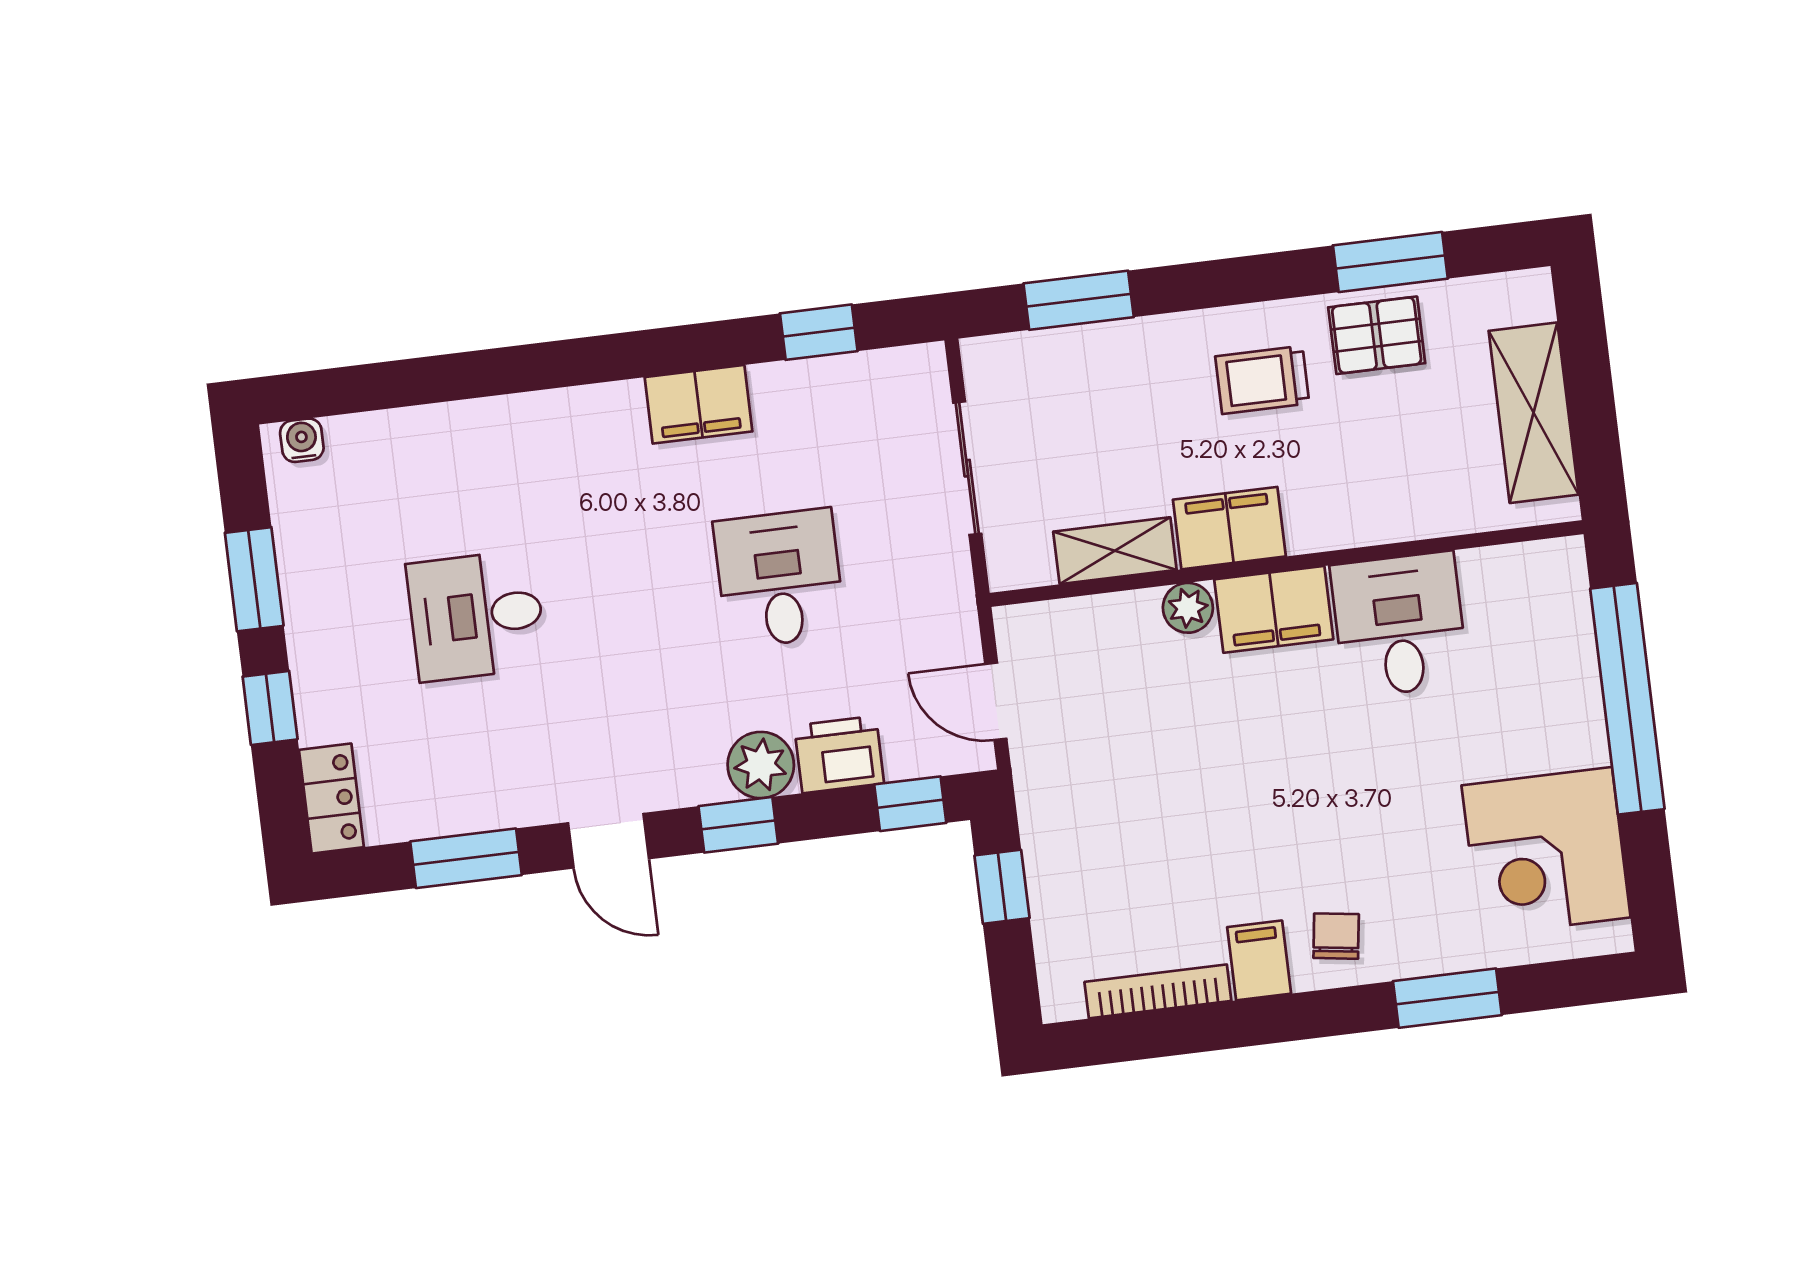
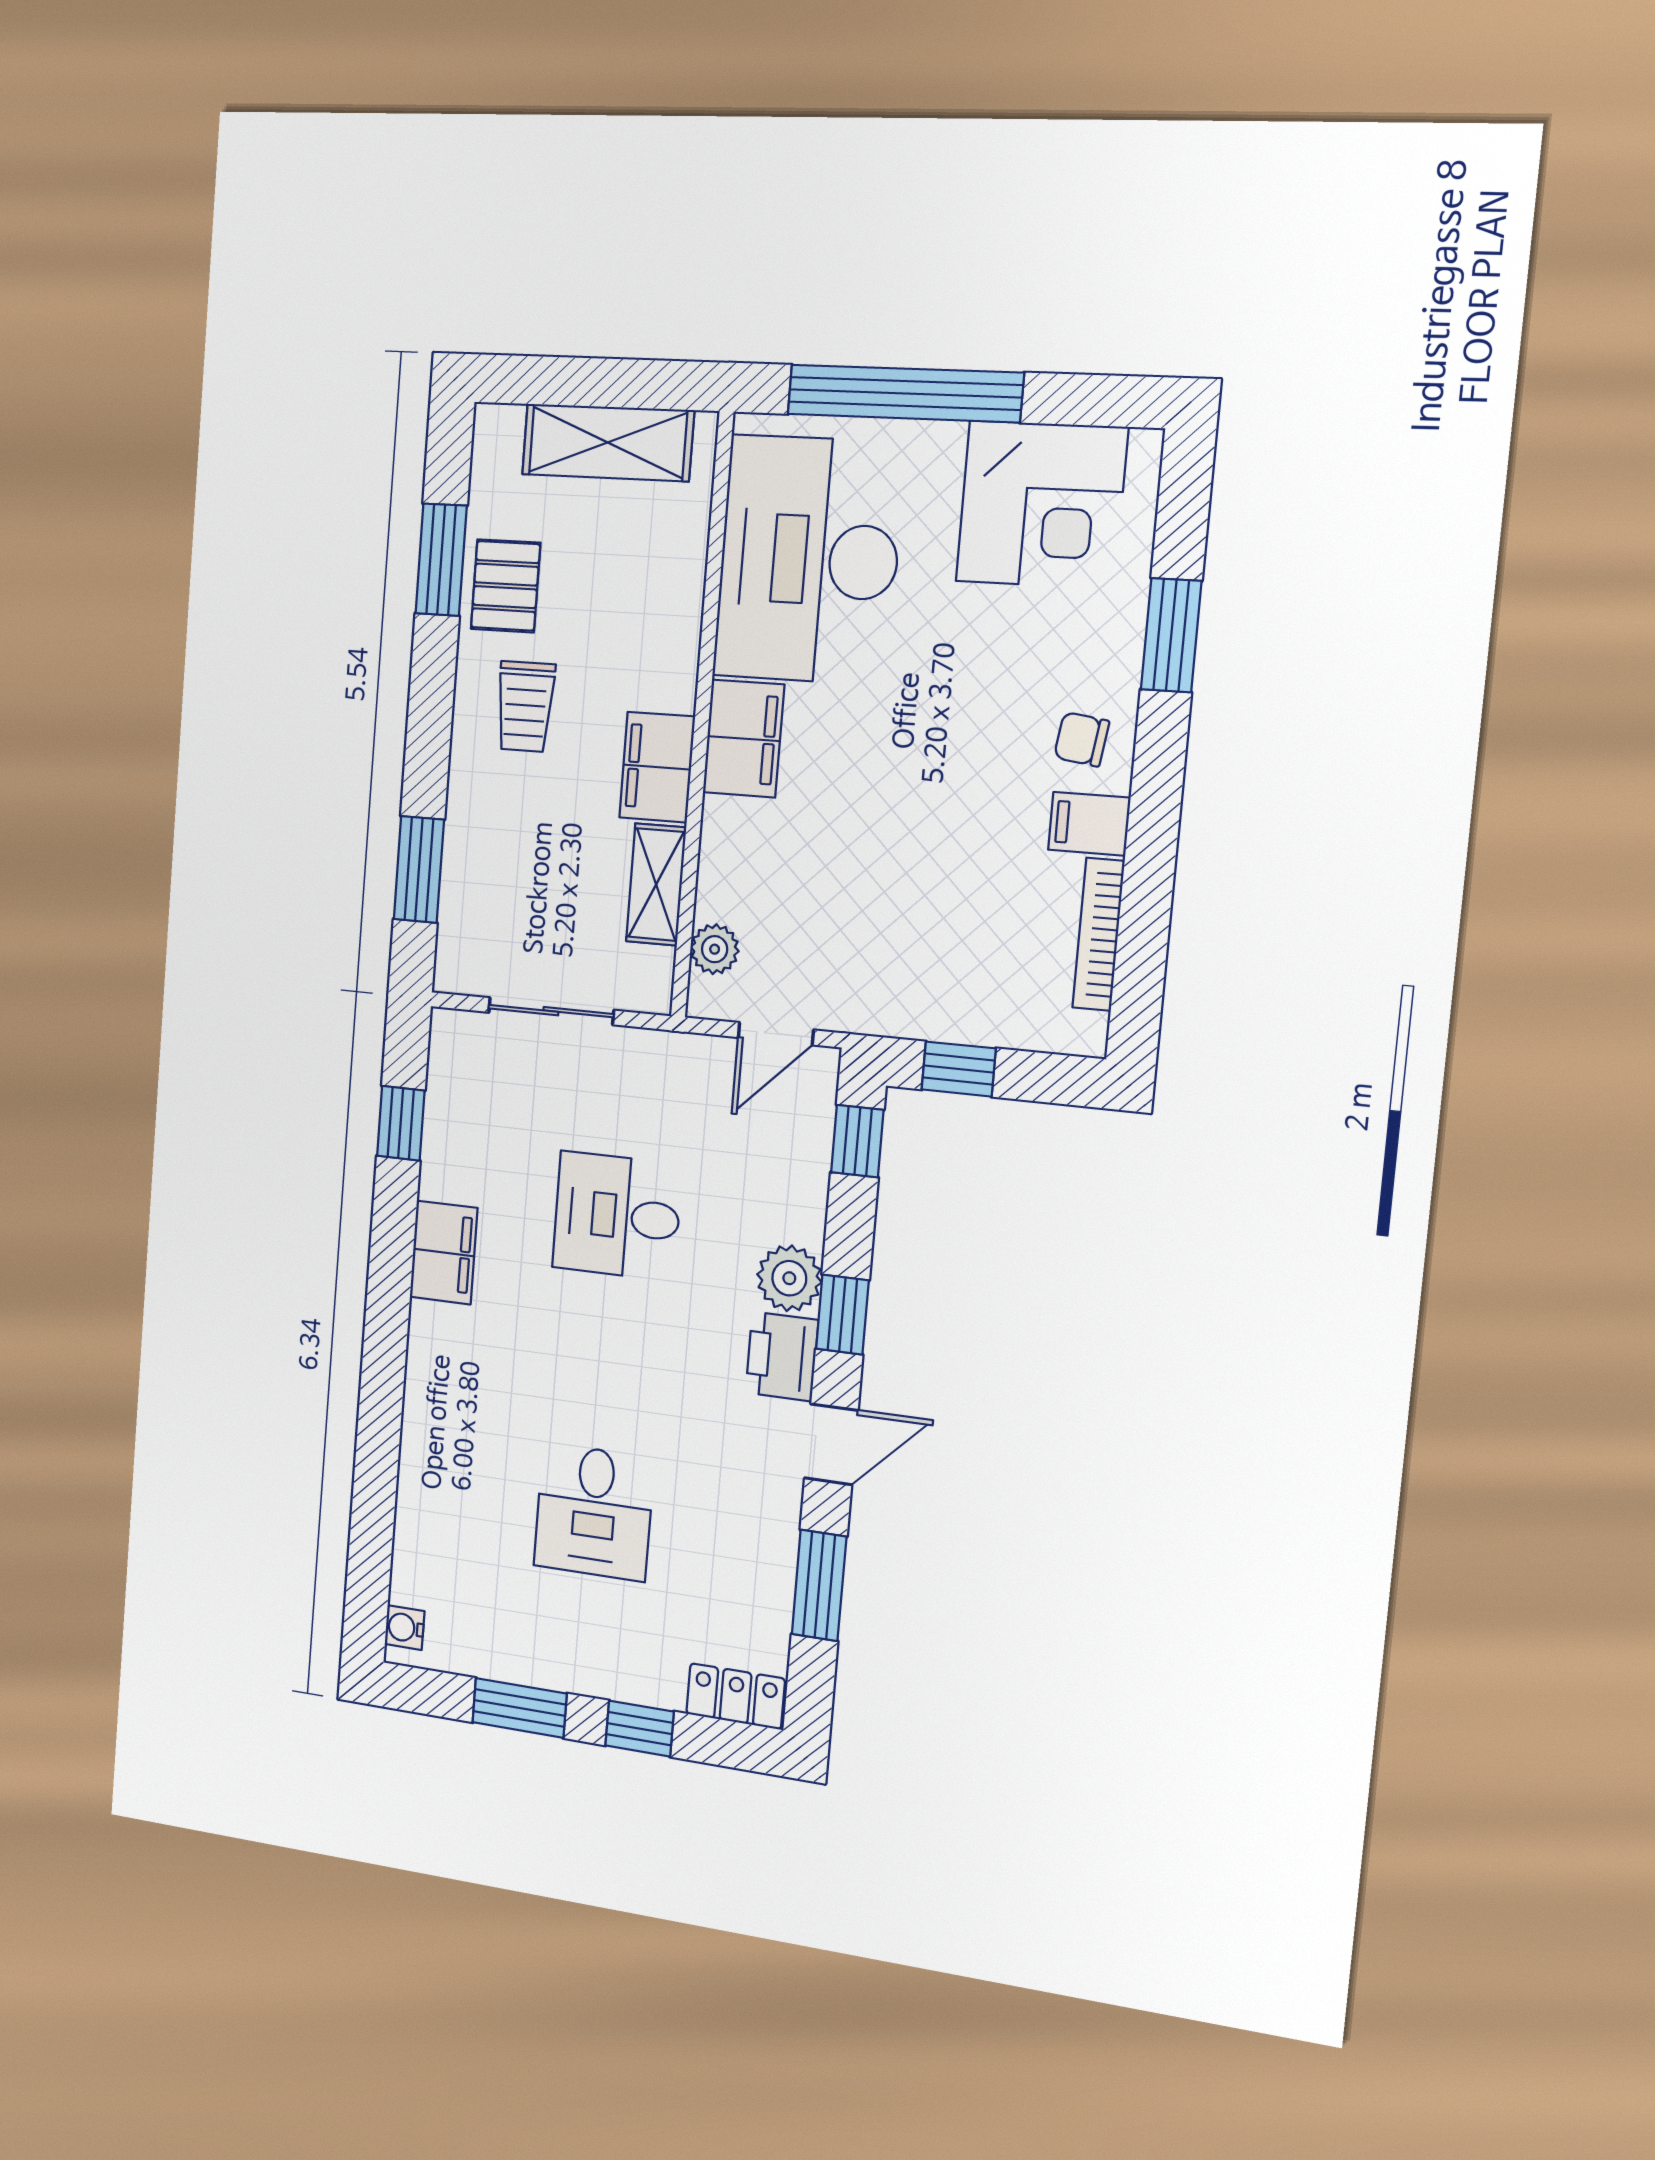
plant: (1188, 608) -> (715, 949), moved
desk: (1399, 625) -> (809, 560), width x1.87, depth x1.30
printer: (839, 754) -> (782, 1356), moved

